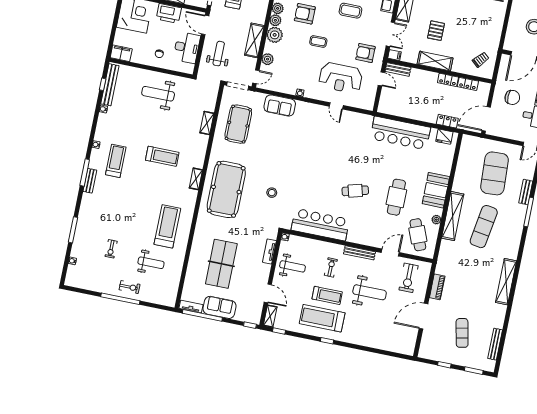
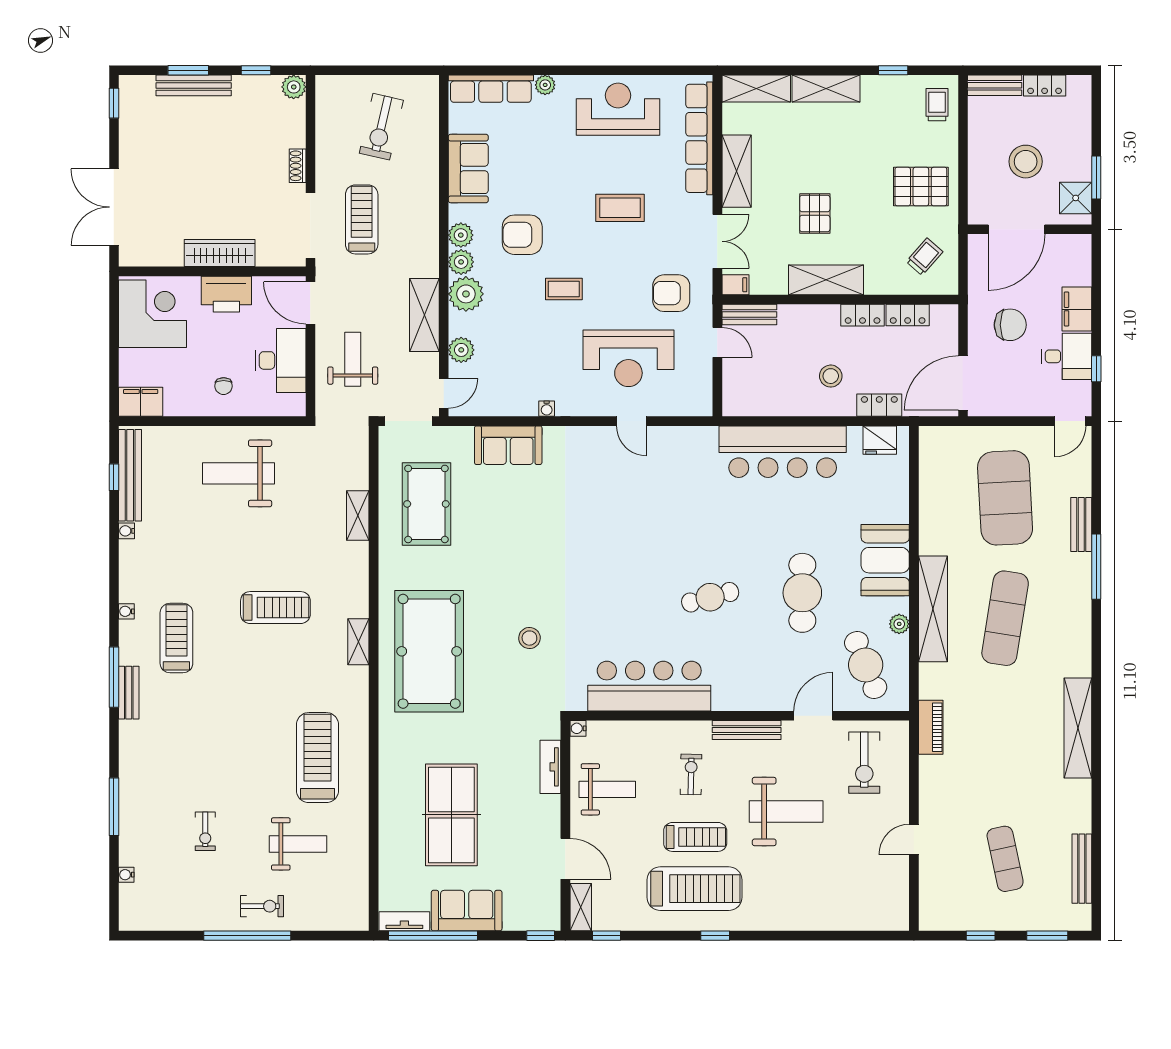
pallet: (485, 28) -> (921, 187), added
stool: (428, 104) -> (831, 376), added
piano: (437, 287) -> (931, 727), moved
door: (423, 316) -> (914, 839), width x0.53
treadmill: (322, 318) -> (694, 889), turned 180

